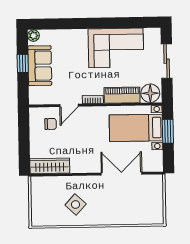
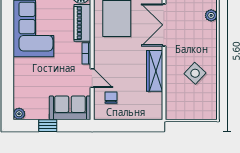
sofa: (40, 66) -> (70, 108), moved
wardrobe: (50, 166) -> (155, 71), moved
plant: (131, 219) -> (211, 15), added

